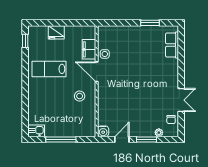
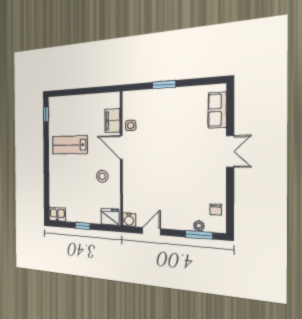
window: (150, 23) -> (164, 85), moved
fridge: (56, 32) -> (110, 217), moved, turned 180
double door: (181, 100) -> (230, 151), moved
window: (61, 139) -> (83, 226), width x0.46
window: (147, 139) -> (199, 235), moved

